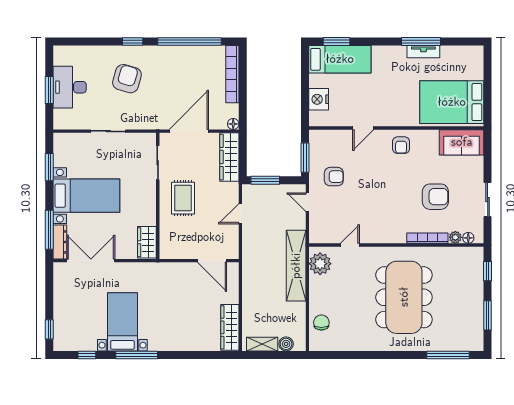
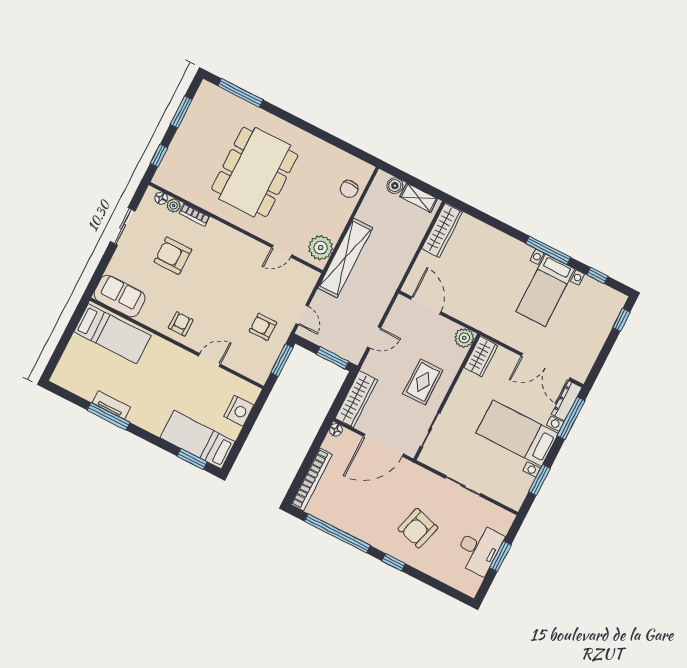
bed: (452, 102) -> (112, 334), width x0.67
bookcase: (427, 238) -> (194, 215), width x0.64
plant: (168, 250) -> (464, 338), added

